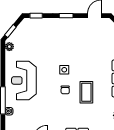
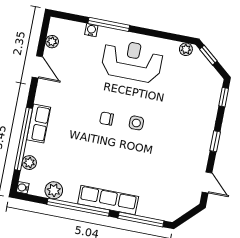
coffee table: (86, 92) -> (97, 149), removed

